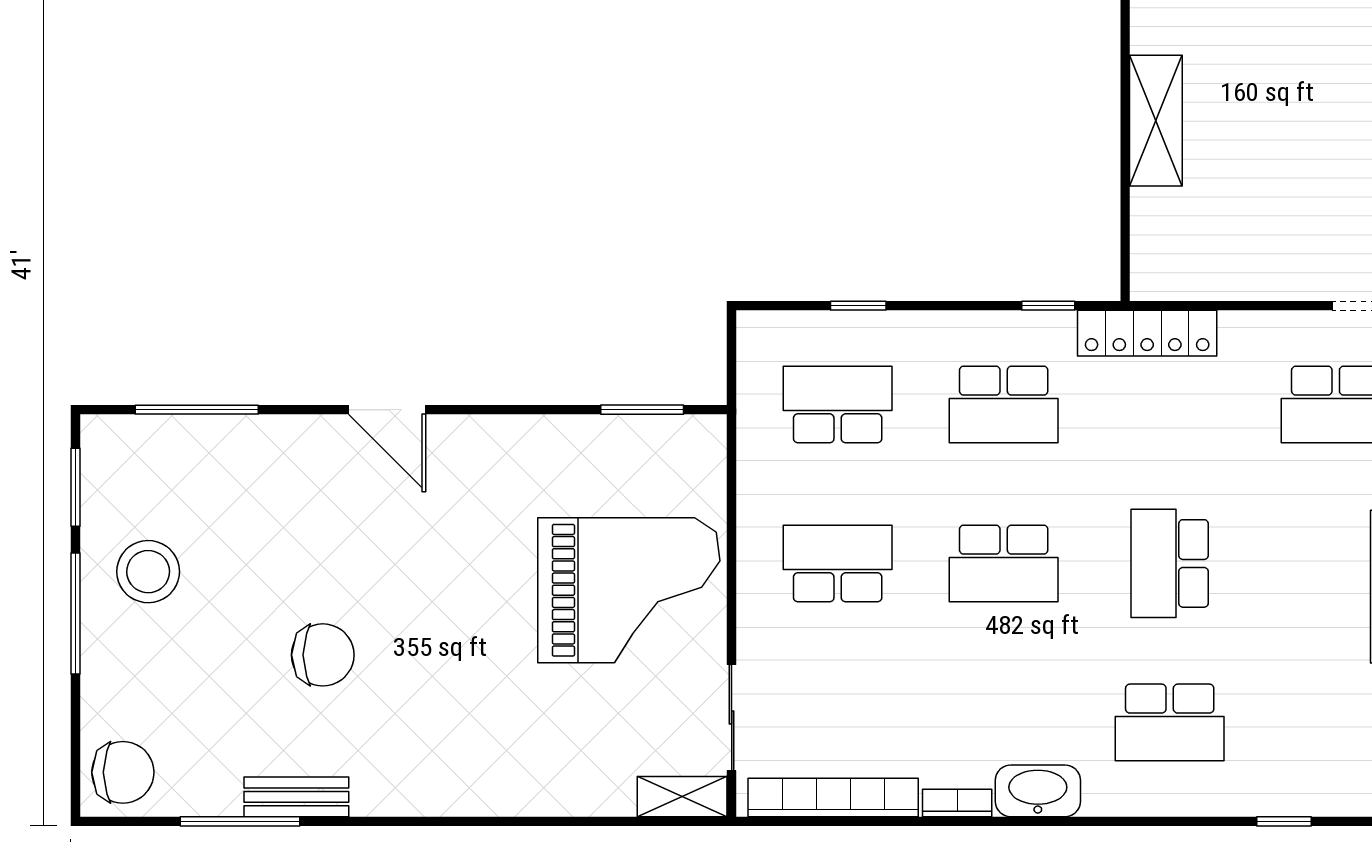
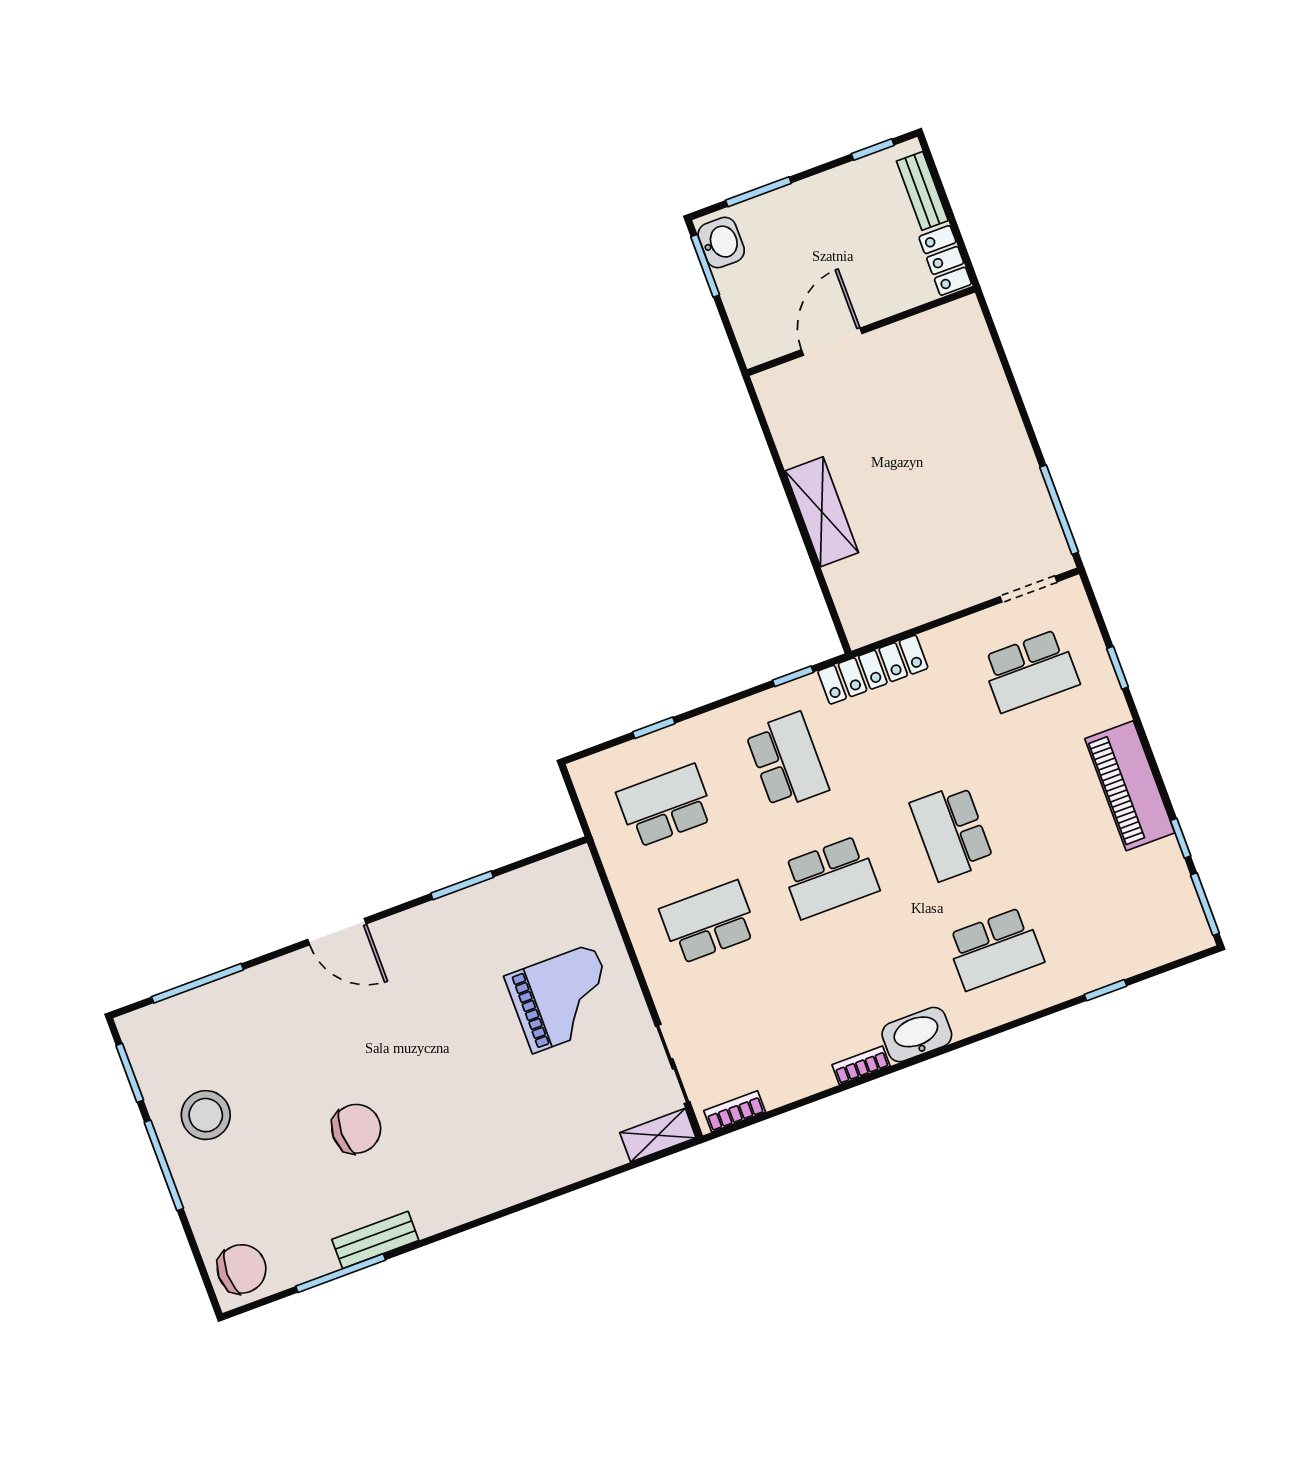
school desk: (1004, 404) -> (787, 761), turned -90
window: (642, 410) -> (462, 885), moved
grand piano: (629, 590) -> (563, 998), width x0.73, depth x0.68
bookcase: (833, 797) -> (735, 1111), width x0.43, depth x0.76

